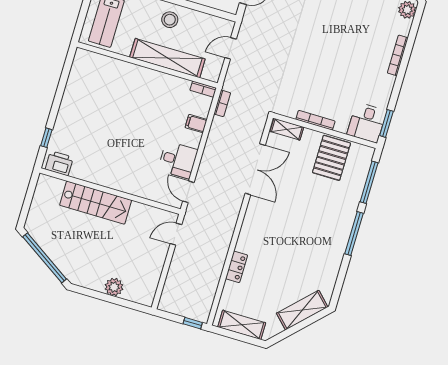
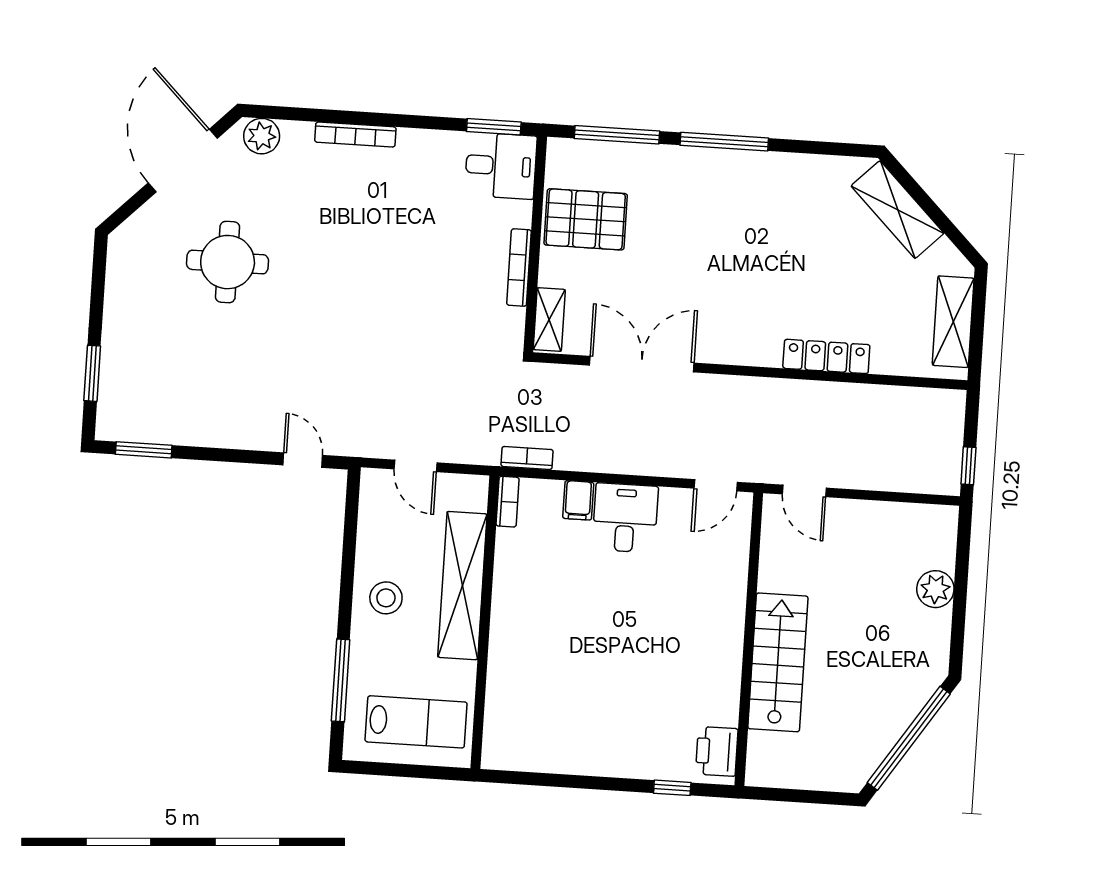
desk: (178, 160) -> (625, 518), moved
locker: (237, 267) -> (826, 356), width x1.53
window: (193, 323) -> (968, 466), moved

